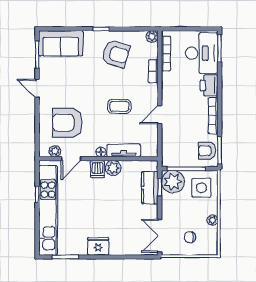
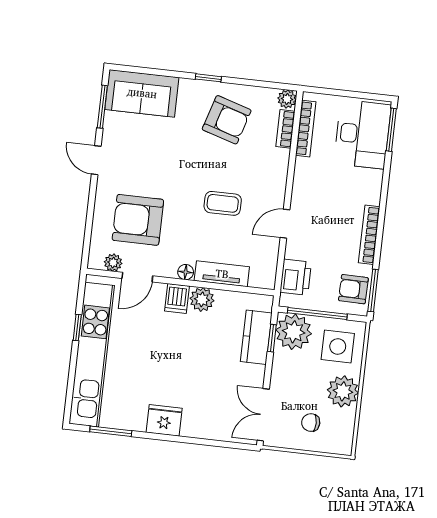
bookcase: (153, 71) -> (285, 129), moved
printer: (209, 85) -> (296, 277), moved, turned 180
plant: (213, 220) -> (343, 391), width x1.88, depth x1.88

